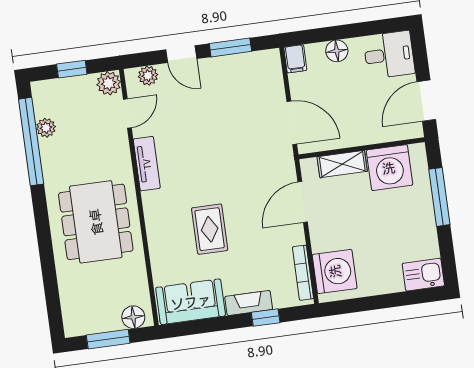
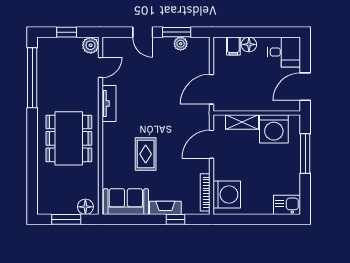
filing cabinet: (295, 59) -> (233, 46), moved
plant: (148, 76) -> (181, 44), moved
door: (292, 123) -> (211, 89), swing flipped
plant: (46, 128) -> (44, 70), removed

